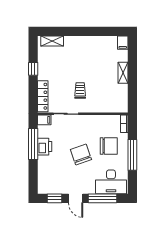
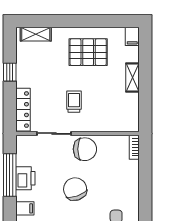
pallet: (90, 54) -> (88, 52), added
filing cabinet: (44, 120) -> (25, 208), moved
chair: (109, 146) -> (85, 149), moved
window: (132, 155) -> (145, 190), removed

